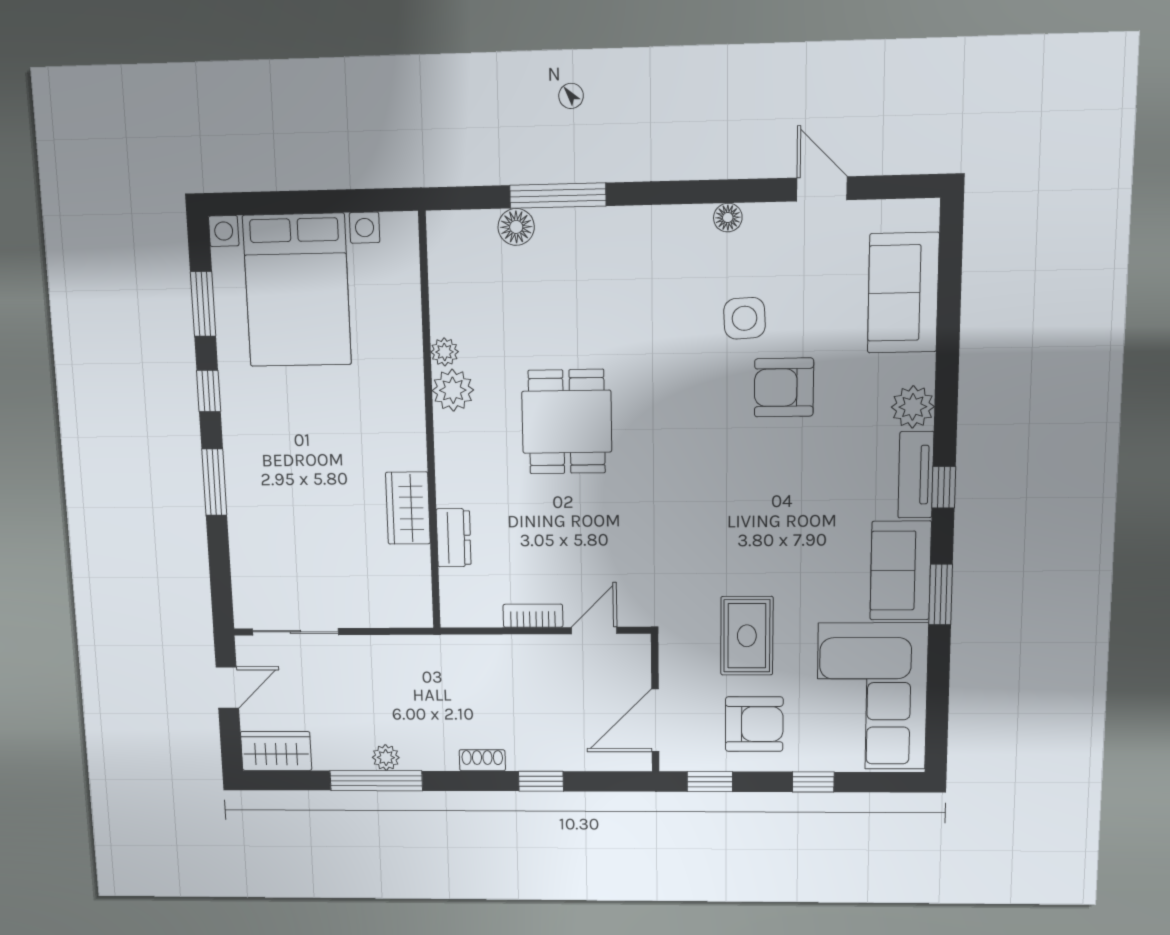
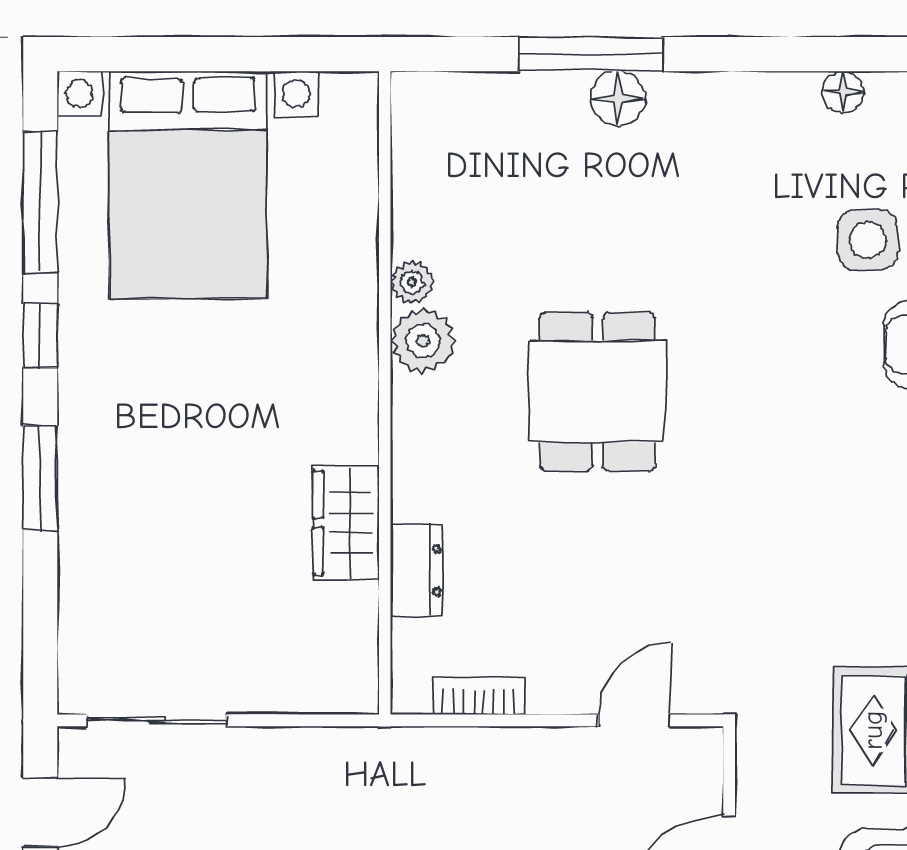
floor lamp: (516, 227) -> (618, 98), moved
window: (203, 304) -> (40, 202), width x1.44
bookcase: (533, 616) -> (479, 696), moved

